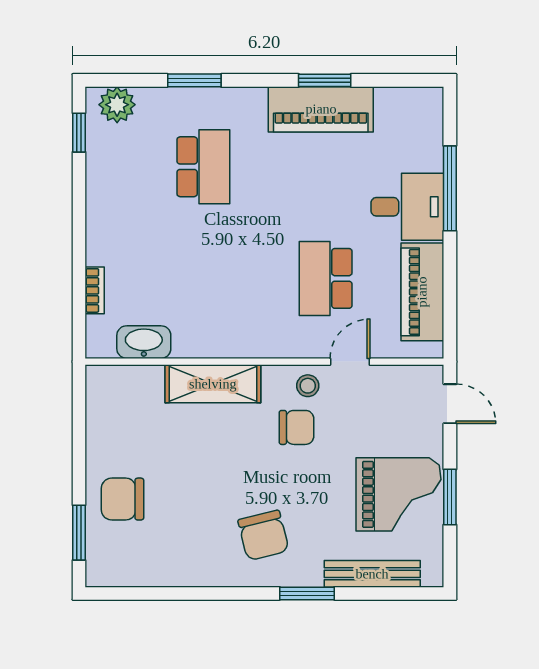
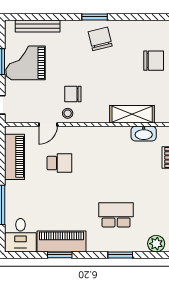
school desk: (203, 167) -> (116, 215), turned 90
desk: (407, 207) -> (20, 235), moved, turned -90
school desk: (326, 278) -> (59, 163), width x0.54
shelving: (213, 384) -> (132, 114), moved
chair: (263, 535) -> (100, 39), moved
window: (307, 593) -> (95, 17), moved

